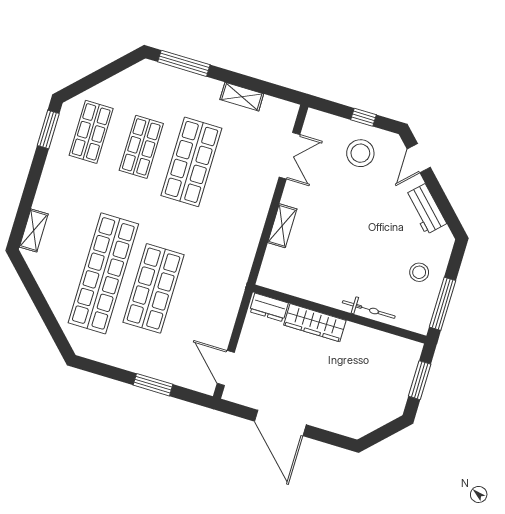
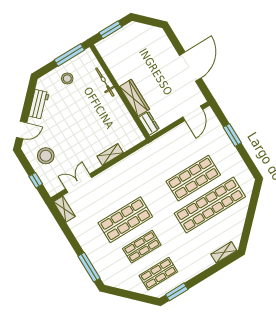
shelving: (242, 97) -> (64, 209), moved
window: (364, 117) -> (36, 180), moved

